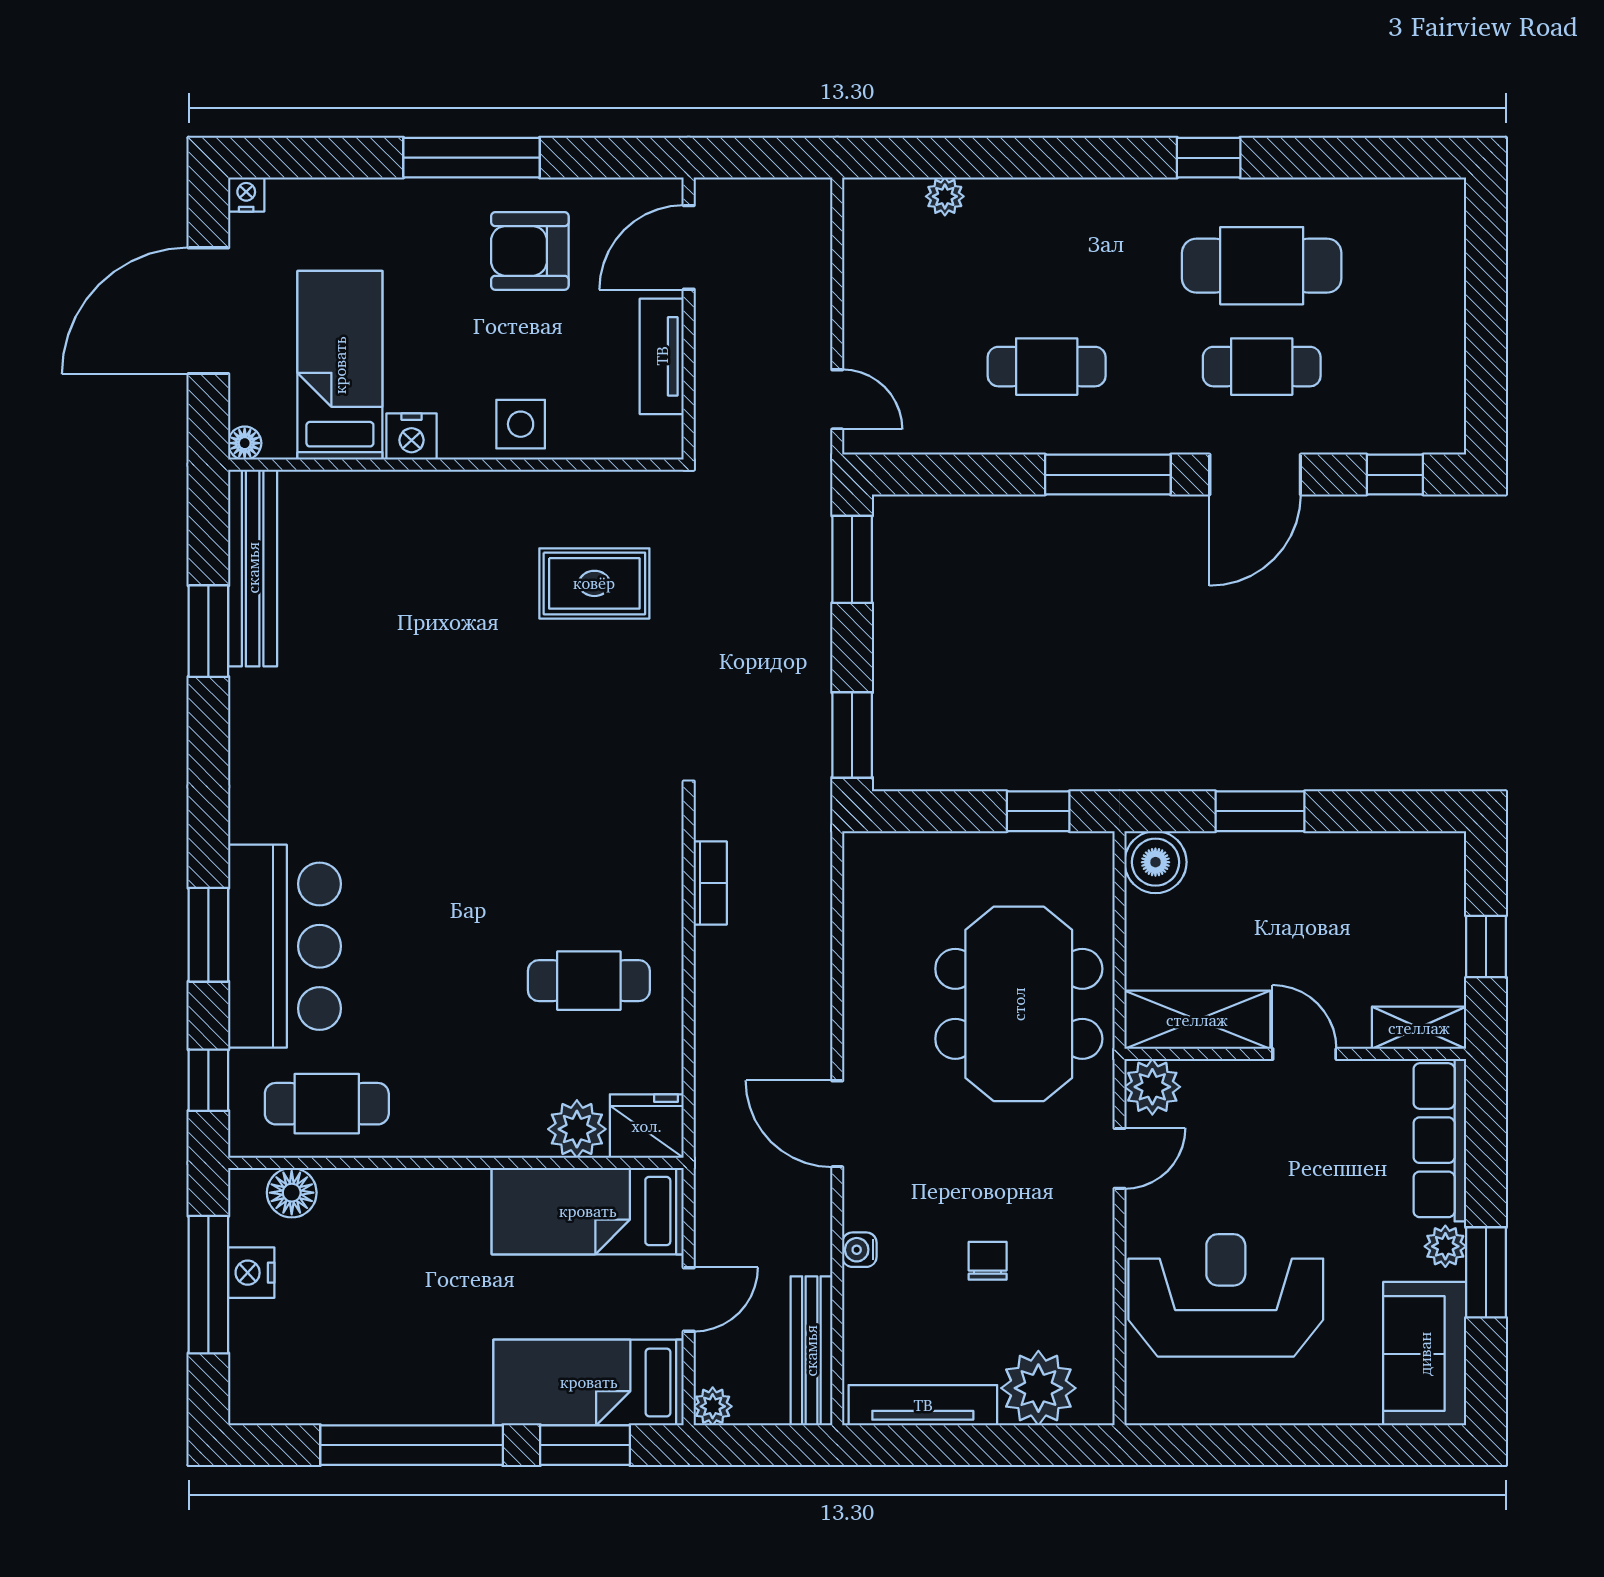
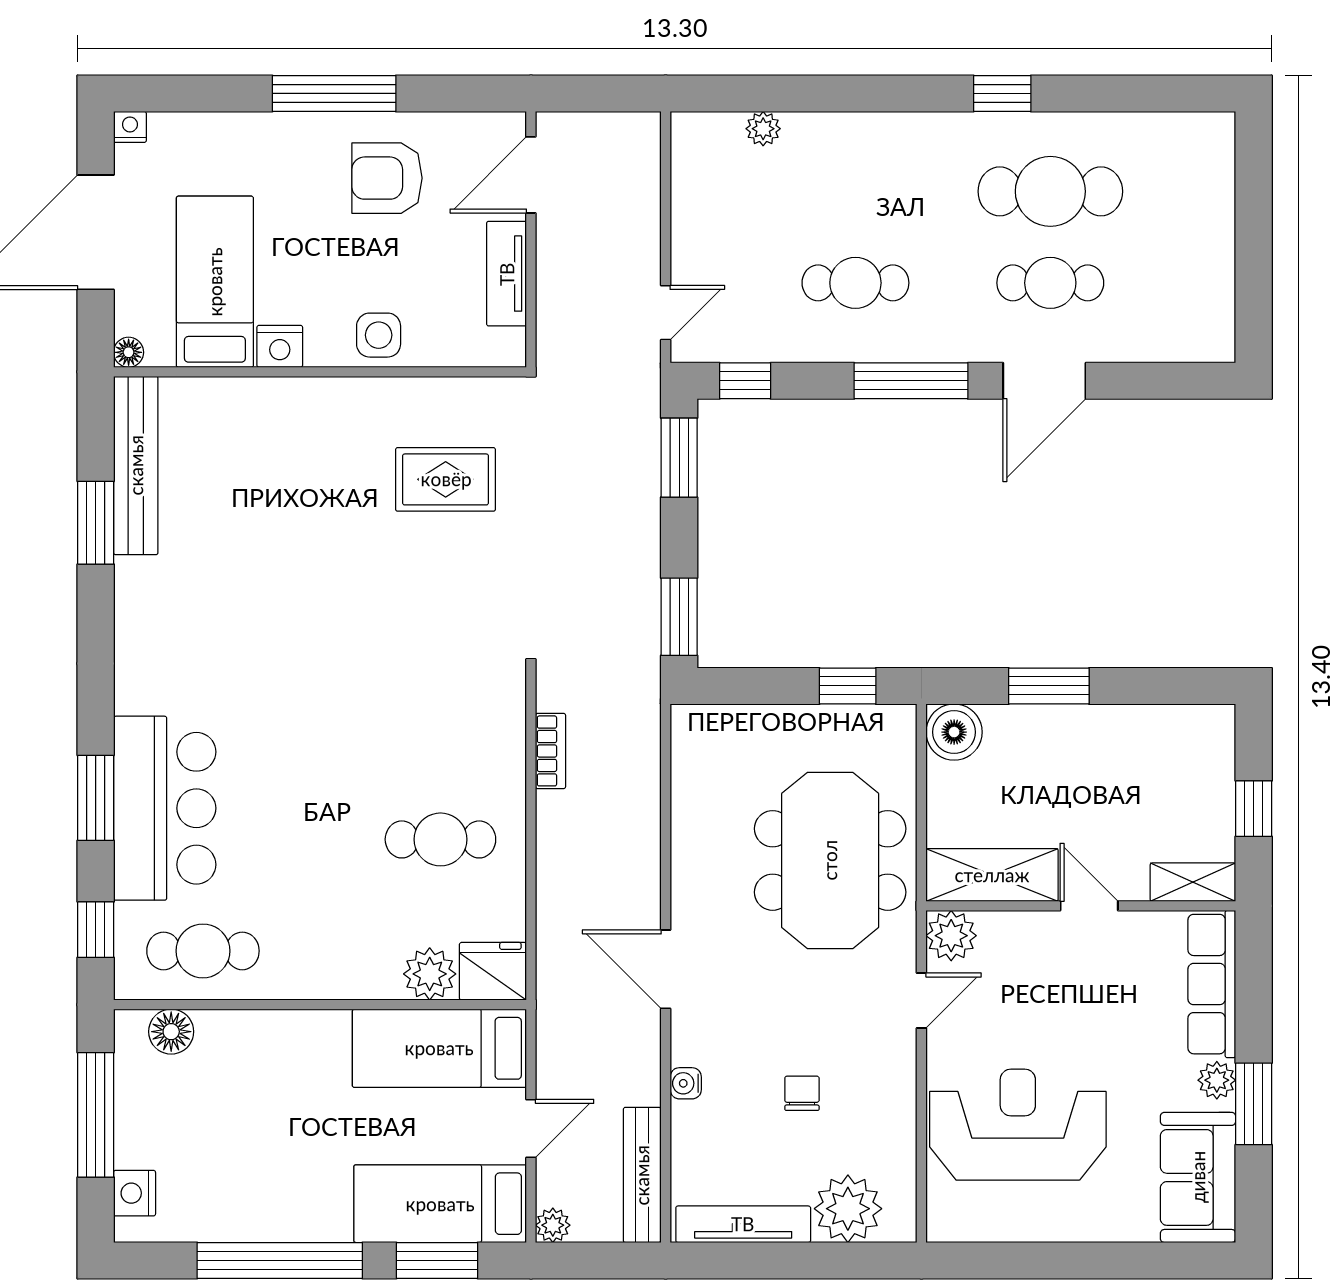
door: (837, 399) -> (666, 313), hinge flipped
window: (1395, 475) -> (745, 381), moved
nightstand: (251, 1273) -> (135, 1193), moved

